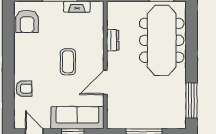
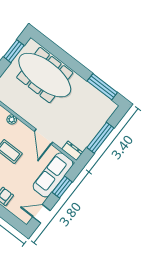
dresser: (113, 40) -> (72, 151), moved
plant: (99, 42) -> (12, 119), added

